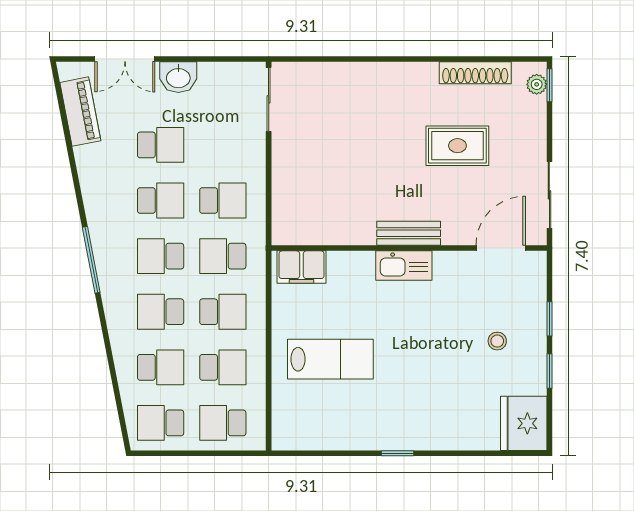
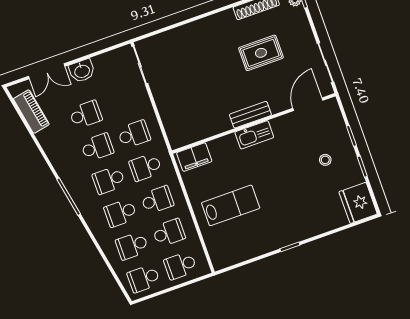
school desk: (161, 367) -> (132, 246), turned 180

